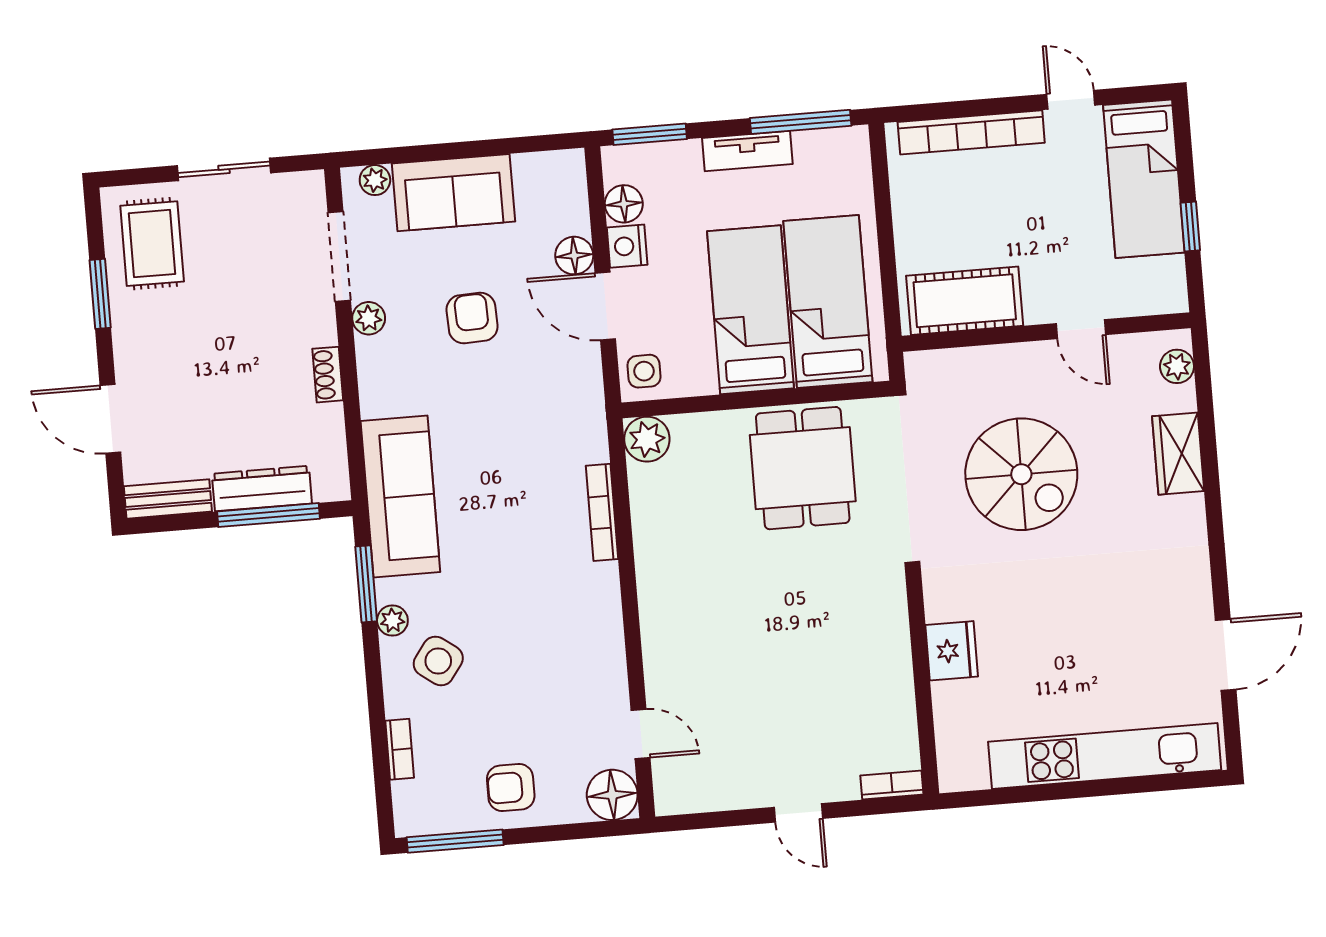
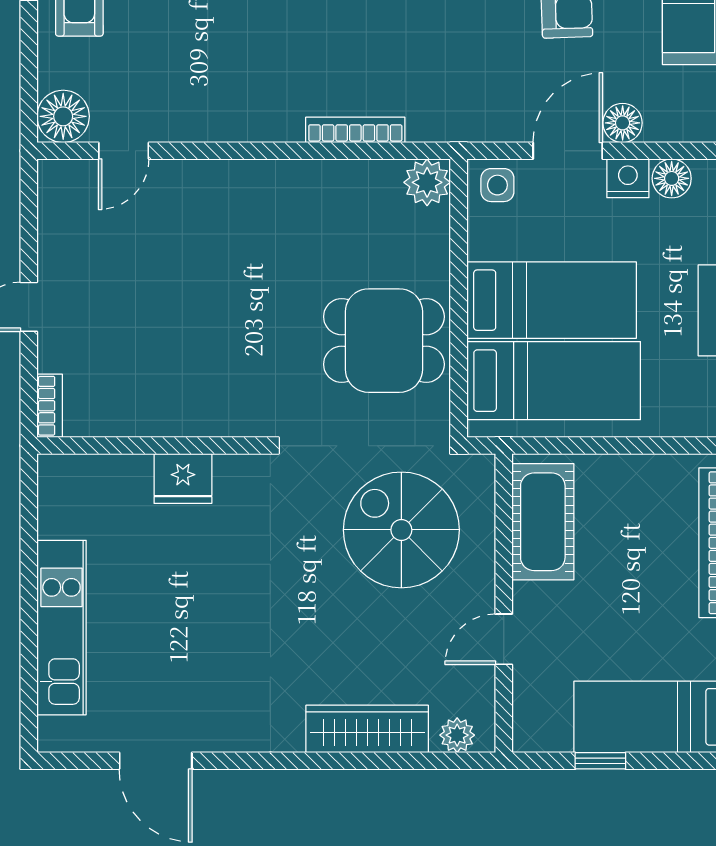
wardrobe: (1178, 454) -> (367, 729), width x1.50
spiral stairs: (1021, 474) -> (401, 530), moved, turned 90
kitchen unit: (1105, 756) -> (62, 628), width x0.73

